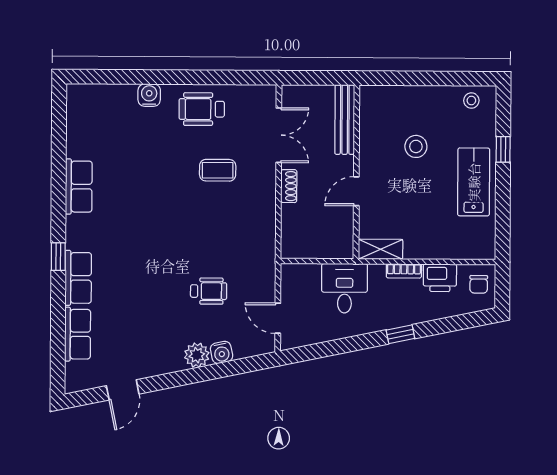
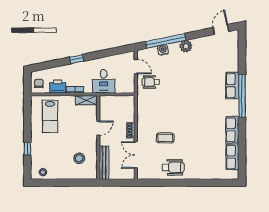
water cooler: (149, 95) -> (198, 174), removed
stool: (416, 146) -> (79, 158), moved
lab bench: (474, 182) -> (50, 116), moved
window: (58, 257) -> (242, 96), width x3.17
wheelchair: (209, 291) -> (151, 82), moved
row of seats: (78, 334) -> (232, 157), moved
plant: (197, 355) -> (186, 46), moved
window: (216, 371) -> (166, 41), added
door: (123, 390) -> (221, 29), moved

